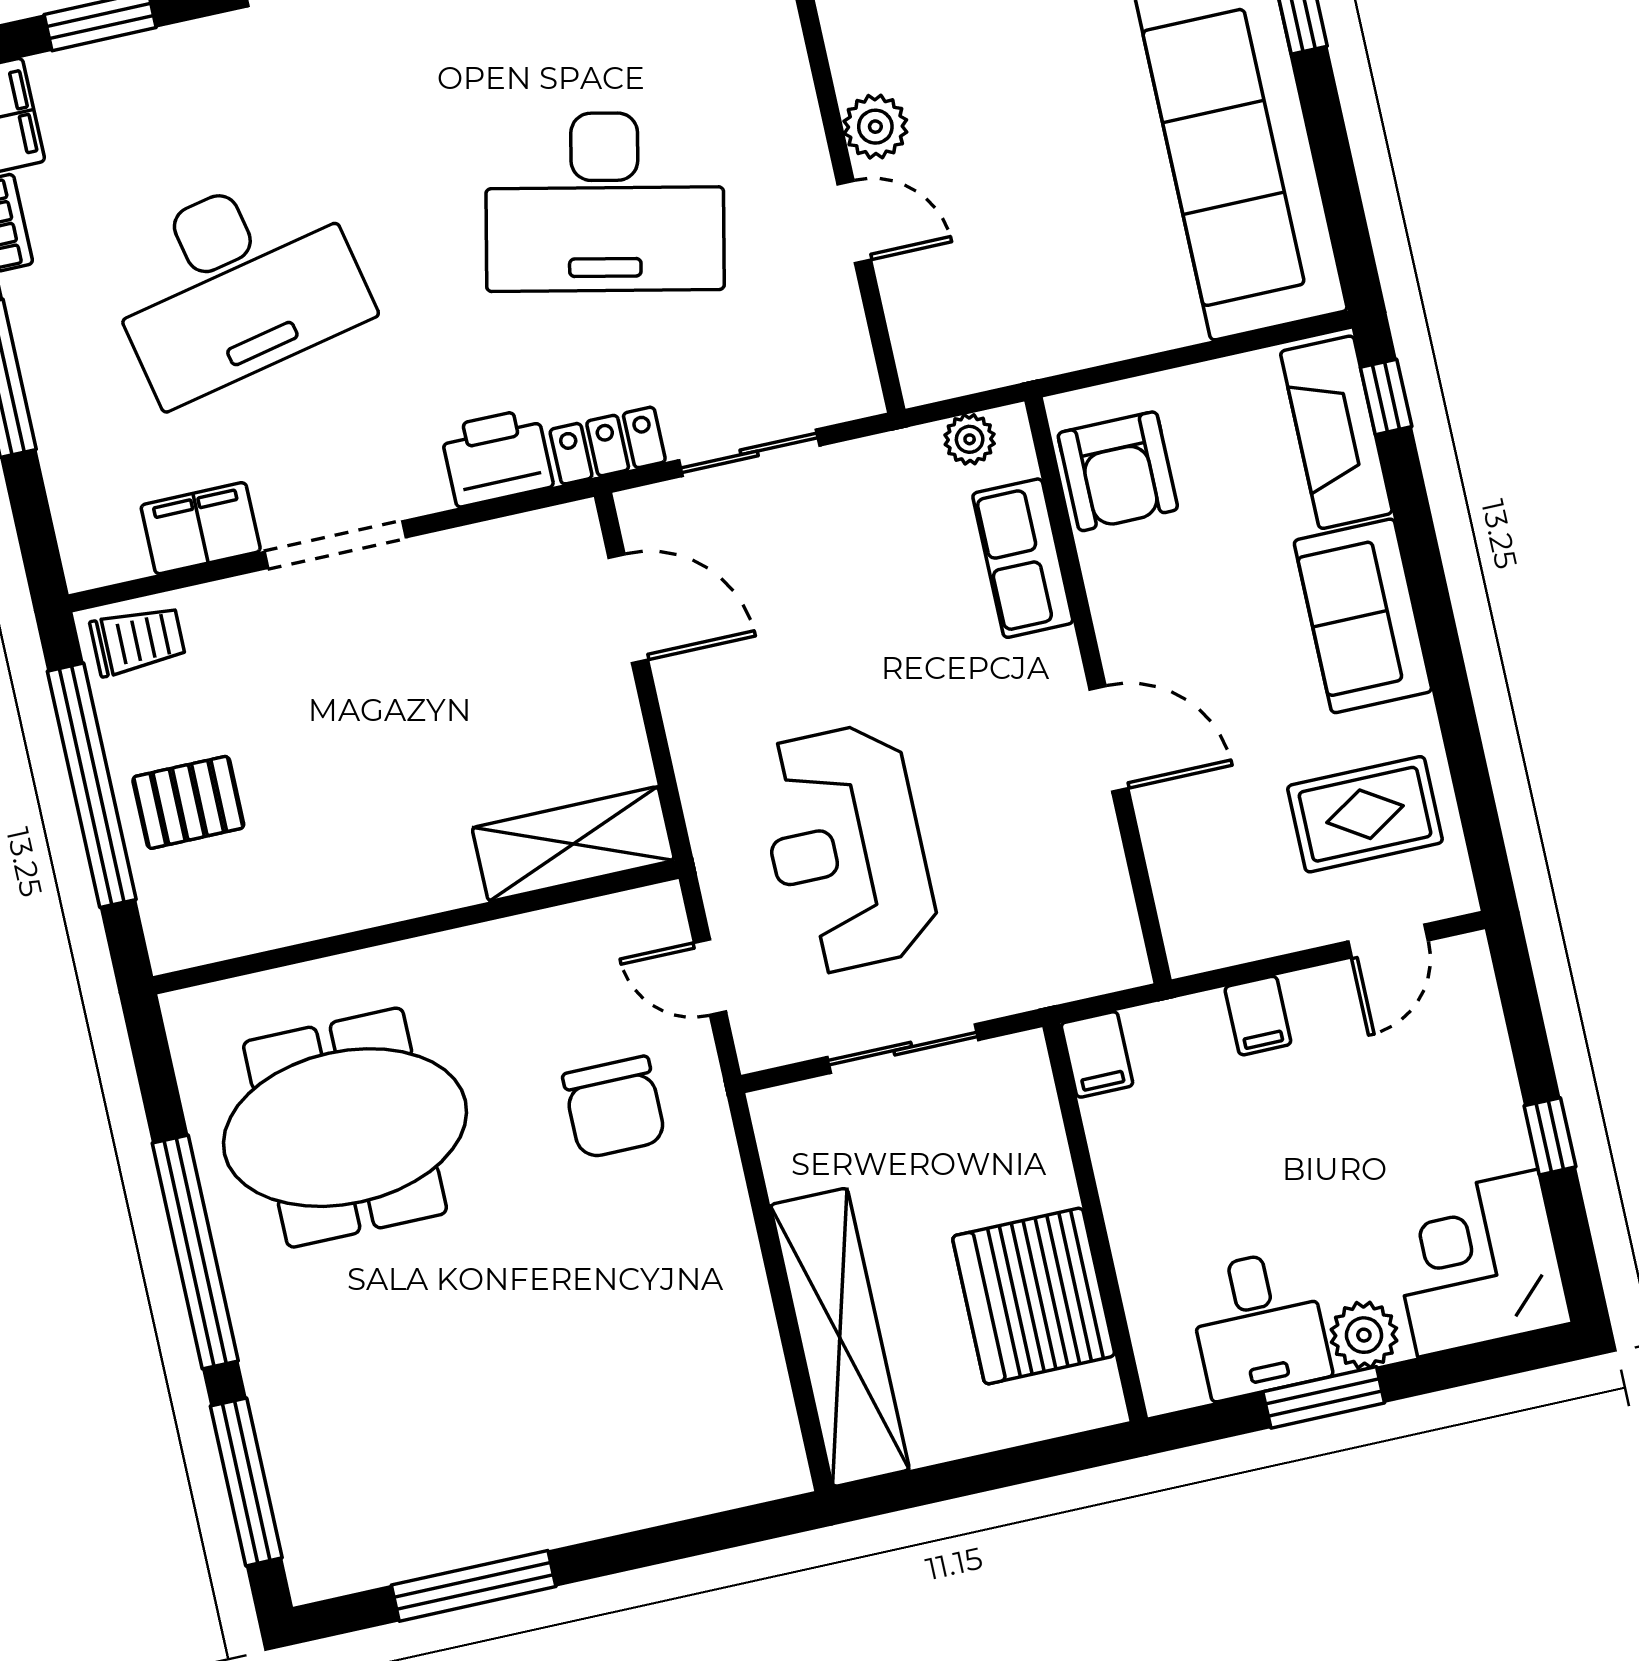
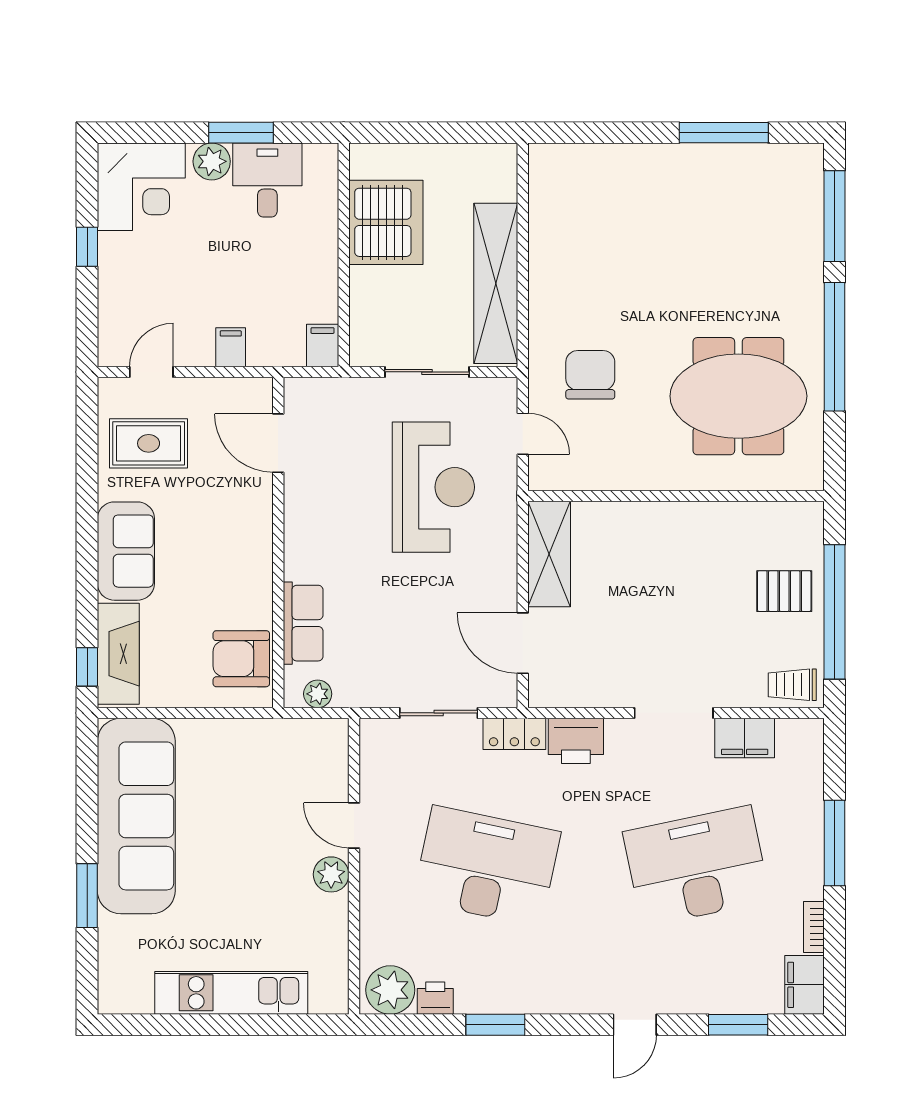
armchair: (1118, 471) -> (241, 659), turned -90
door: (1109, 739) -> (278, 443), moved
shelving: (573, 844) -> (549, 554), moved, turned 90
shelving: (840, 1337) -> (496, 283), moved

